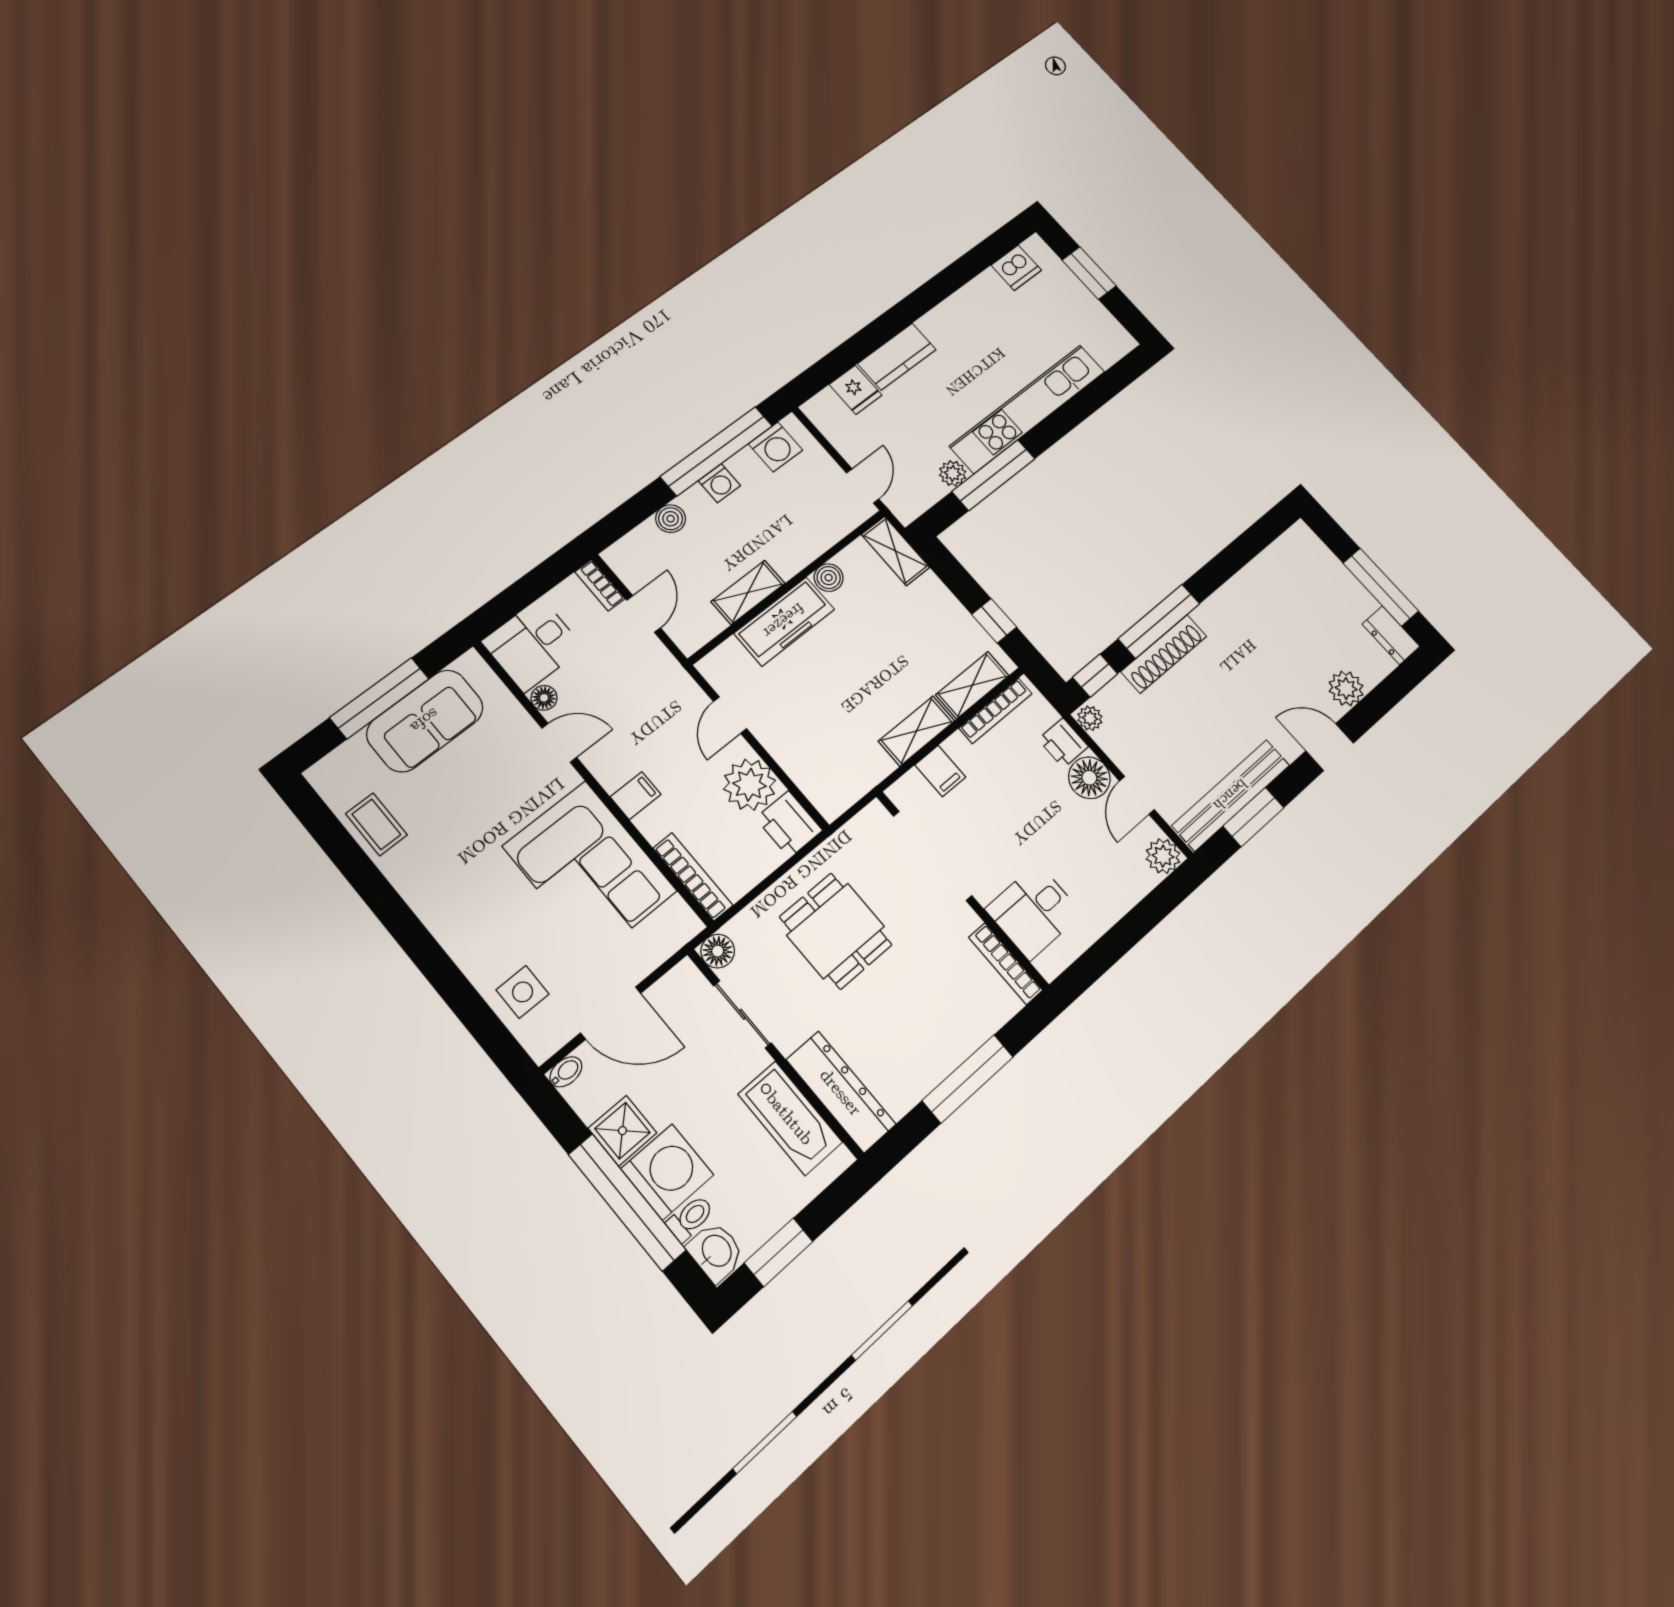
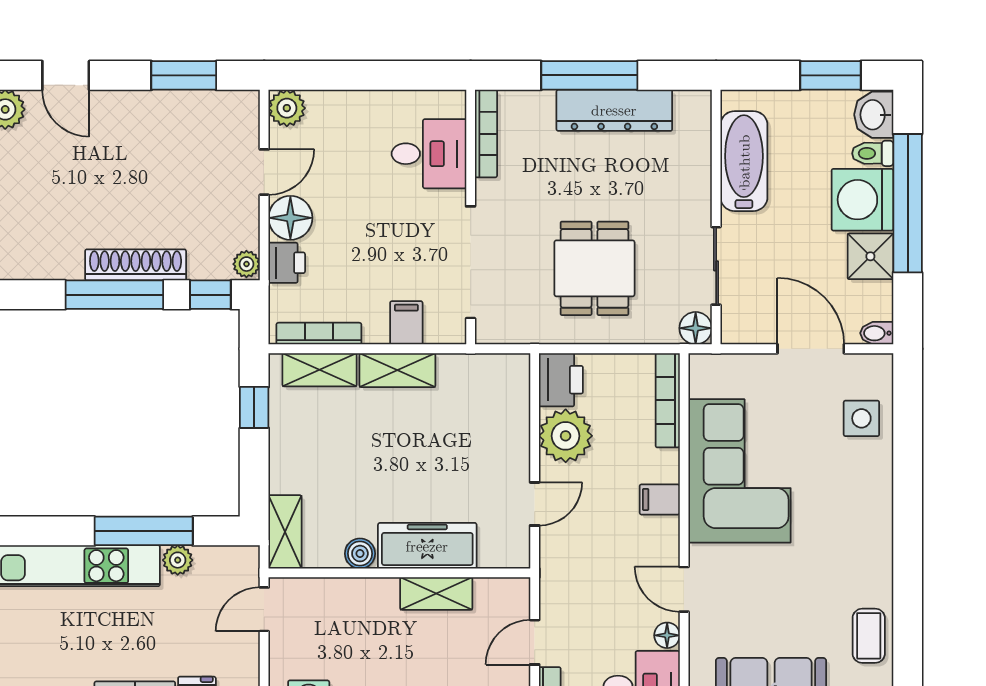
bench: (1231, 795) -> (186, 108), removed
dresser: (841, 1092) -> (614, 110), moved, turned -90

